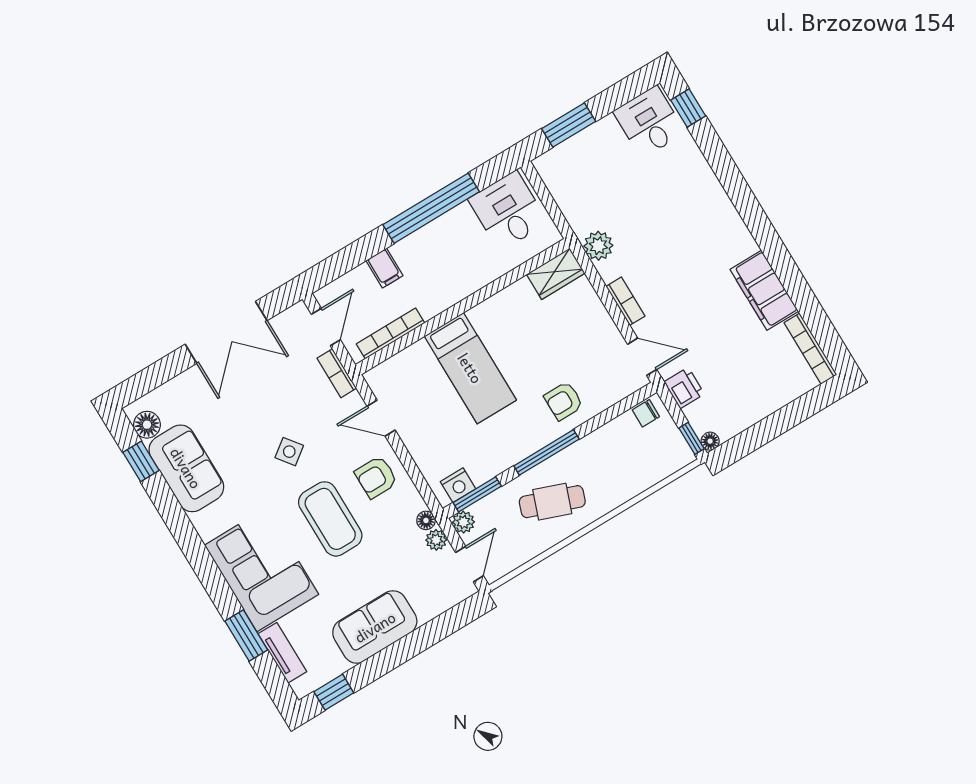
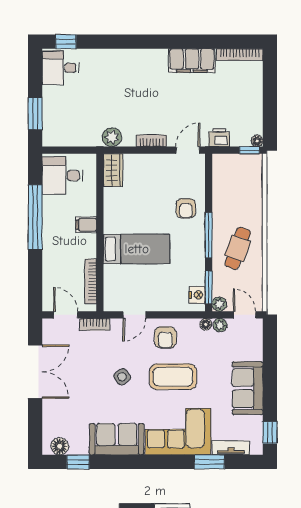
filing cabinet: (384, 268) -> (86, 225), moved, turned 180
chair: (646, 413) -> (220, 167), removed
sofa: (186, 468) -> (117, 439), moved

